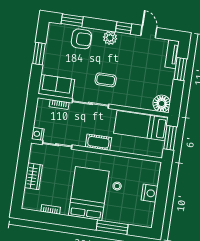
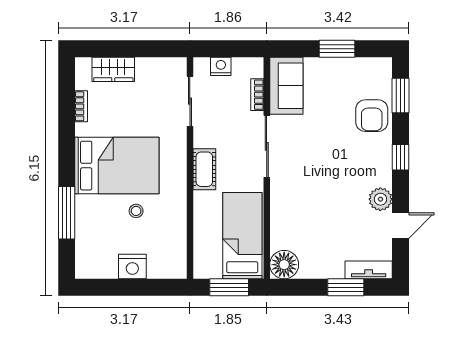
window: (124, 28) -> (400, 157), moved
plant: (110, 38) -> (380, 199), moved
coffee table: (106, 80) -> (310, 166), removed
nightstand: (38, 134) -> (221, 66), moved
wardrobe: (33, 176) -> (113, 69), moved

